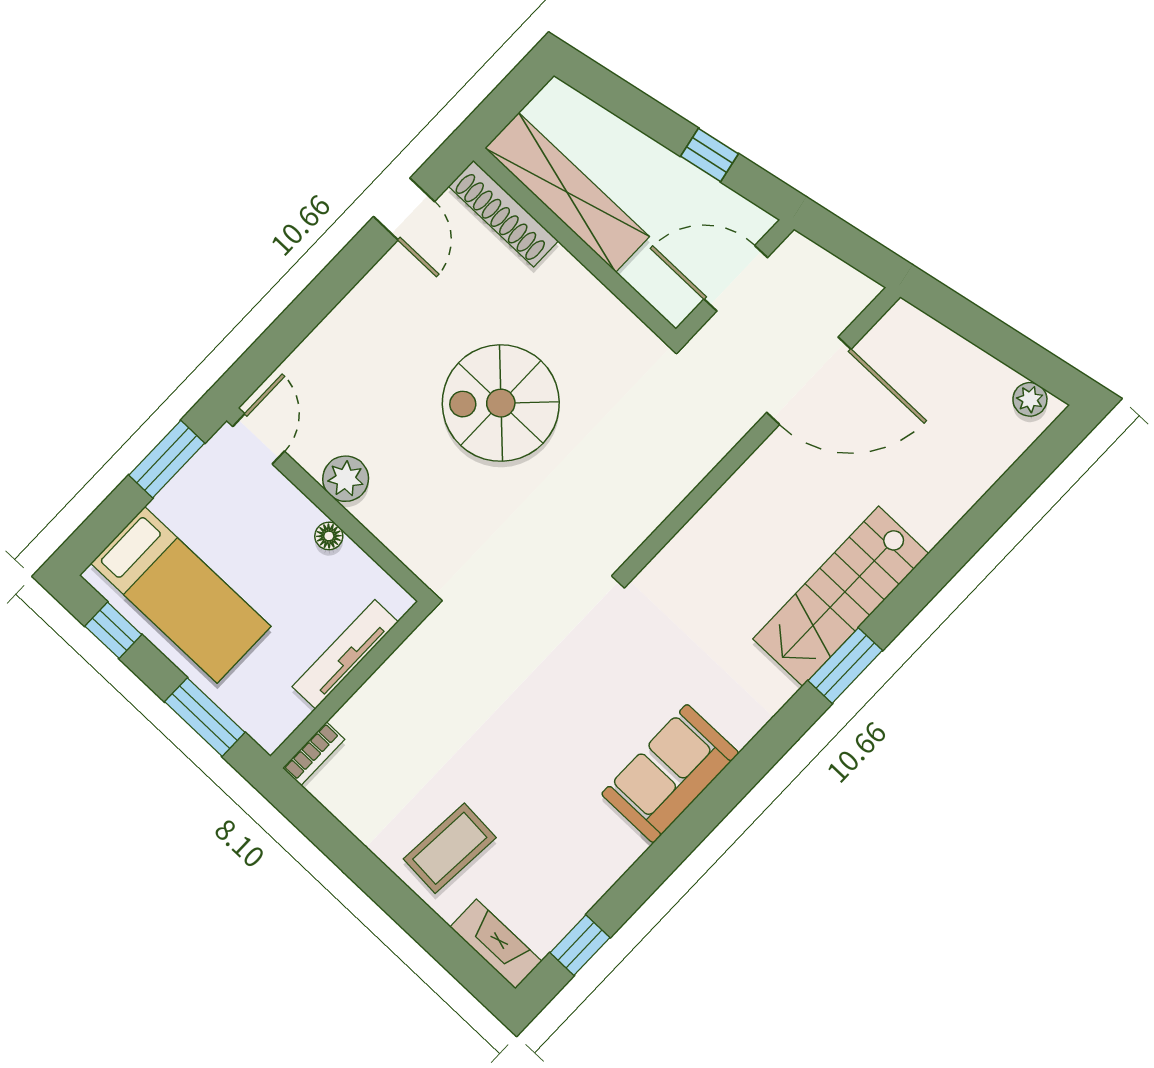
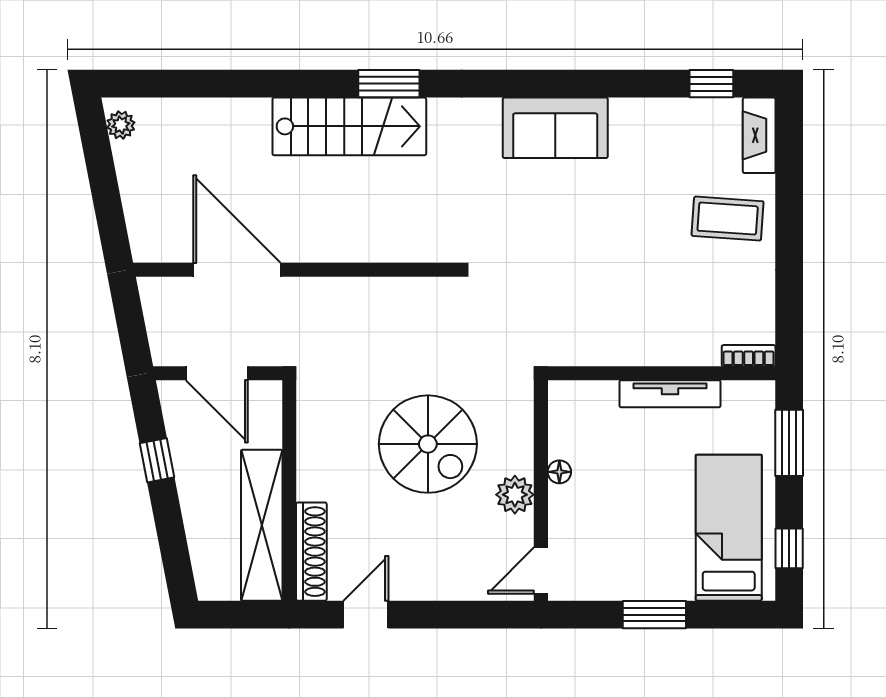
door: (259, 439) -> (541, 570), moved
plant: (346, 479) -> (515, 495), moved
wall: (328, 505) -> (541, 490), moved
floor lamp: (329, 536) -> (559, 472), moved

